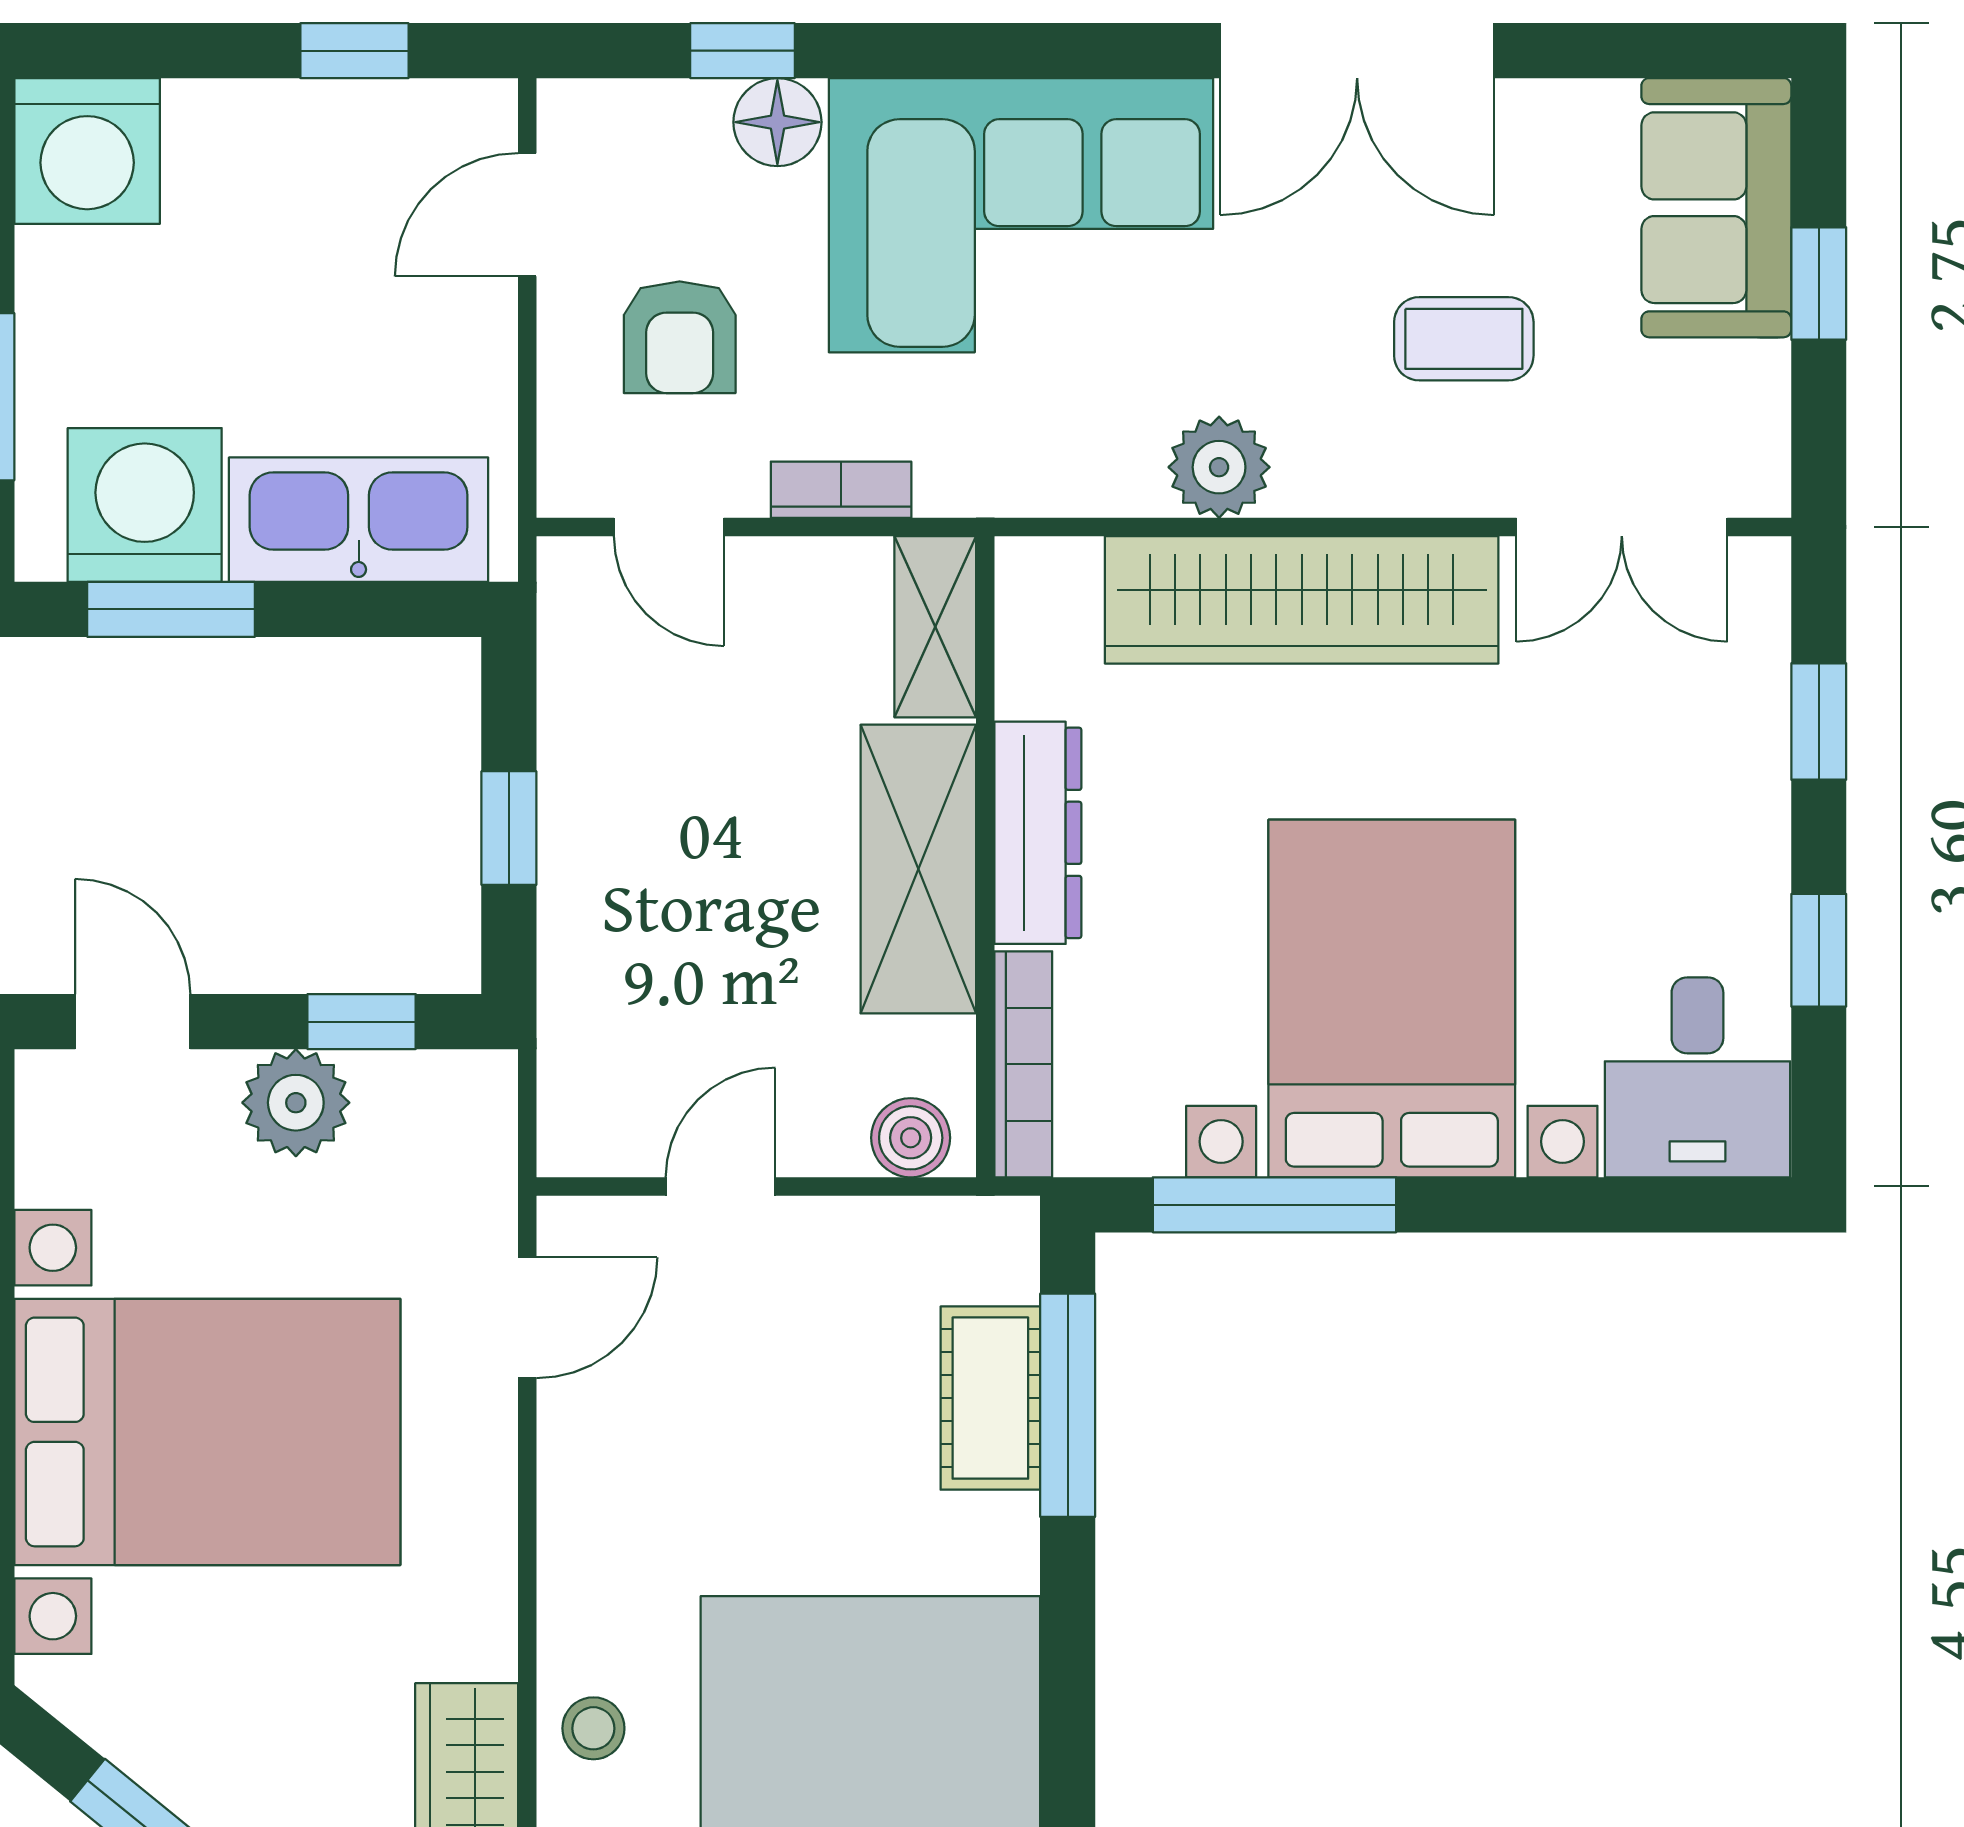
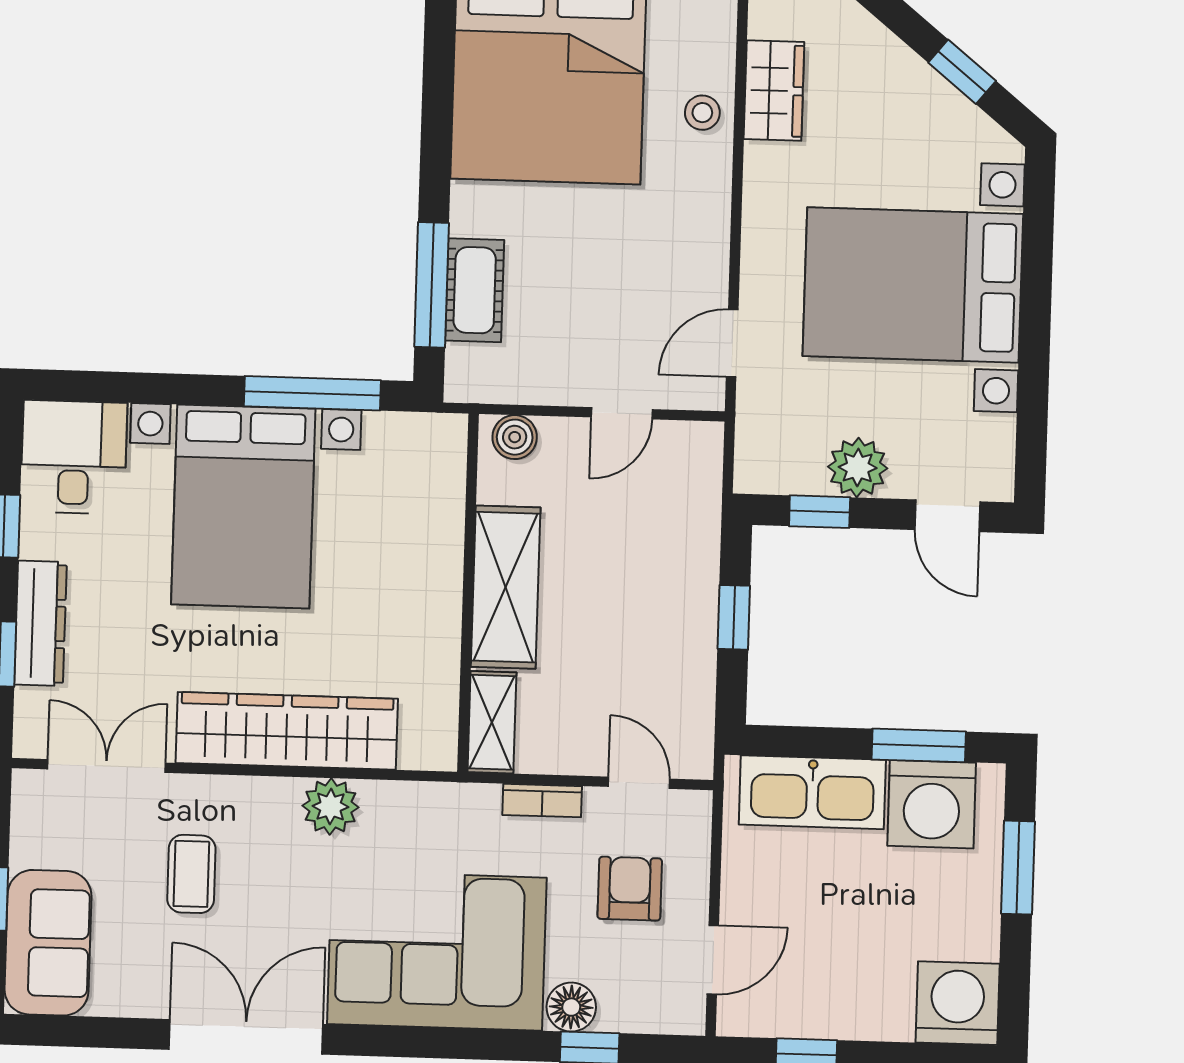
coffee table: (1464, 339) -> (191, 874), turned 90
dresser: (1038, 833) -> (40, 623), moved, turned 180
bookcase: (1023, 1064) -> (450, 476), removed

